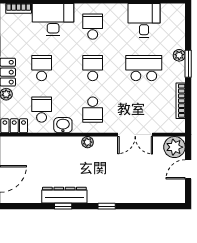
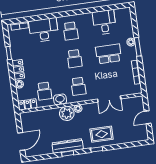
school desk: (93, 27) -> (71, 31), turned 180
school desk: (42, 68) -> (40, 63), removed
school desk: (93, 68) -> (75, 59), turned 180
school desk: (42, 110) -> (44, 91), turned 180
plant: (174, 147) -> (67, 113), moved
rug: (117, 185) -> (102, 134), added

